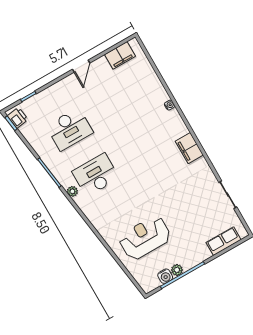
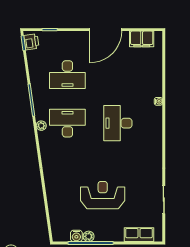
door: (81, 66) -> (106, 30), width x1.88
desk: (143, 148) -> (118, 123), added
filing cabinet: (189, 148) -> (154, 145), removed
reception desk: (145, 238) -> (103, 195), moved

